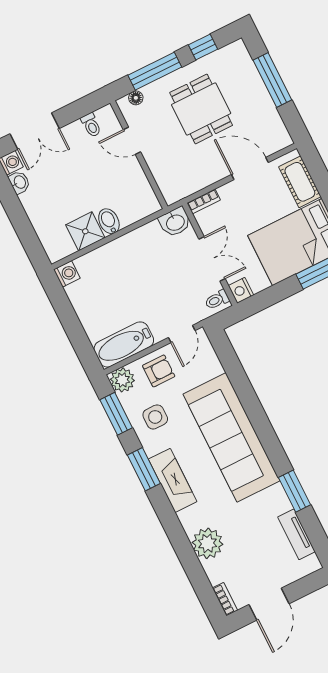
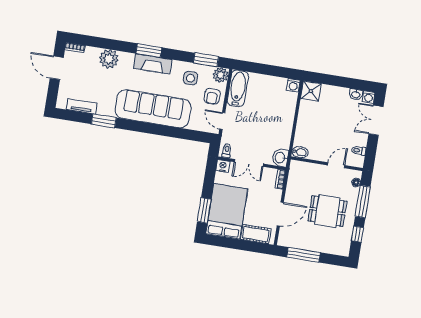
window: (272, 80) -> (304, 255), moved
bidet: (109, 221) -> (300, 152), moved
shower: (85, 231) -> (311, 91), moved
window: (144, 469) -> (149, 51), moved

